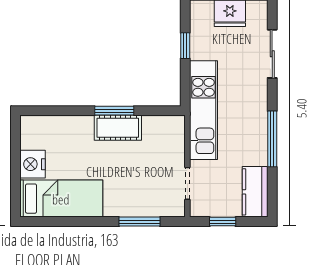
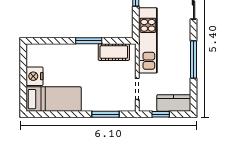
cot: (118, 128) -> (114, 52), moved
kitchen counter: (255, 192) -> (174, 103), moved, turned 90

